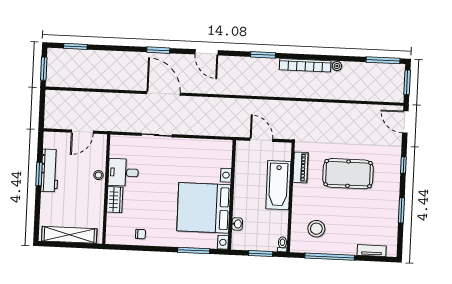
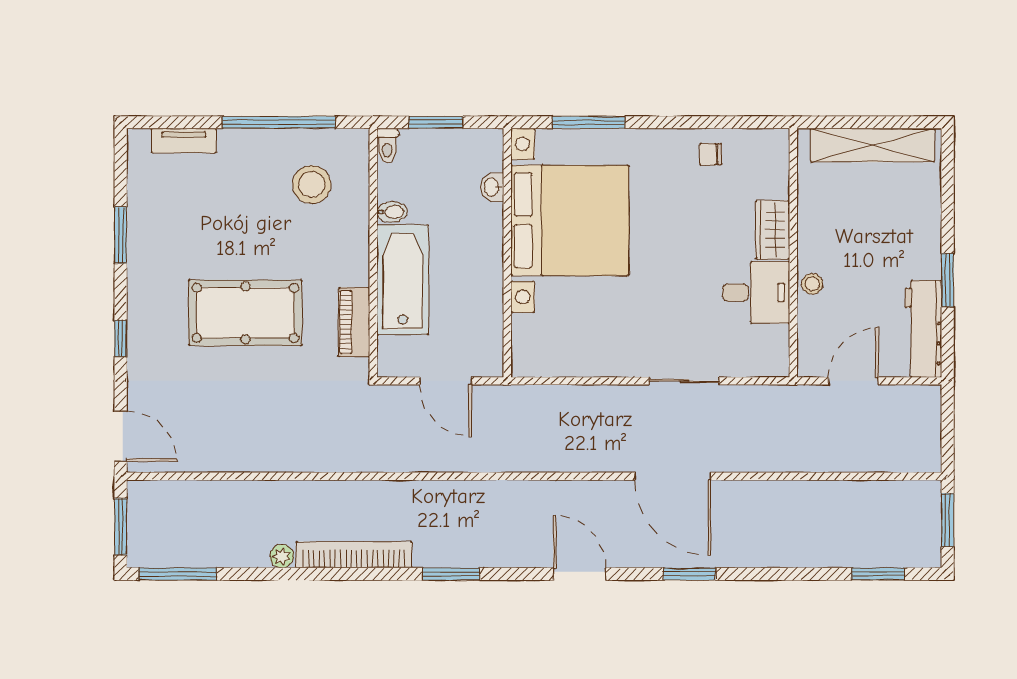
workbench: (50, 170) -> (923, 329), moved
bidet: (282, 215) -> (392, 212), added

